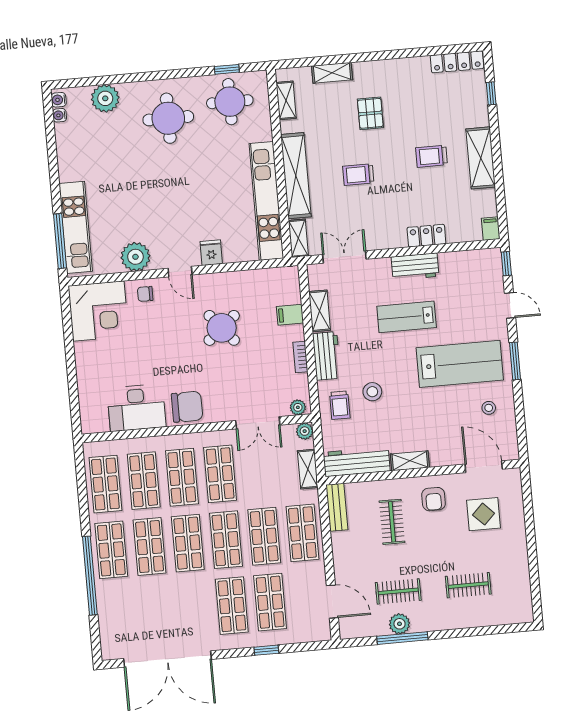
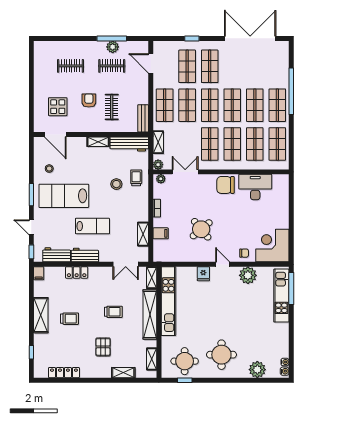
locker: (457, 62) -> (64, 373), moved
workbench: (327, 356) -> (57, 255), moved, turned 90
armchair: (434, 499) -> (89, 100), moved

